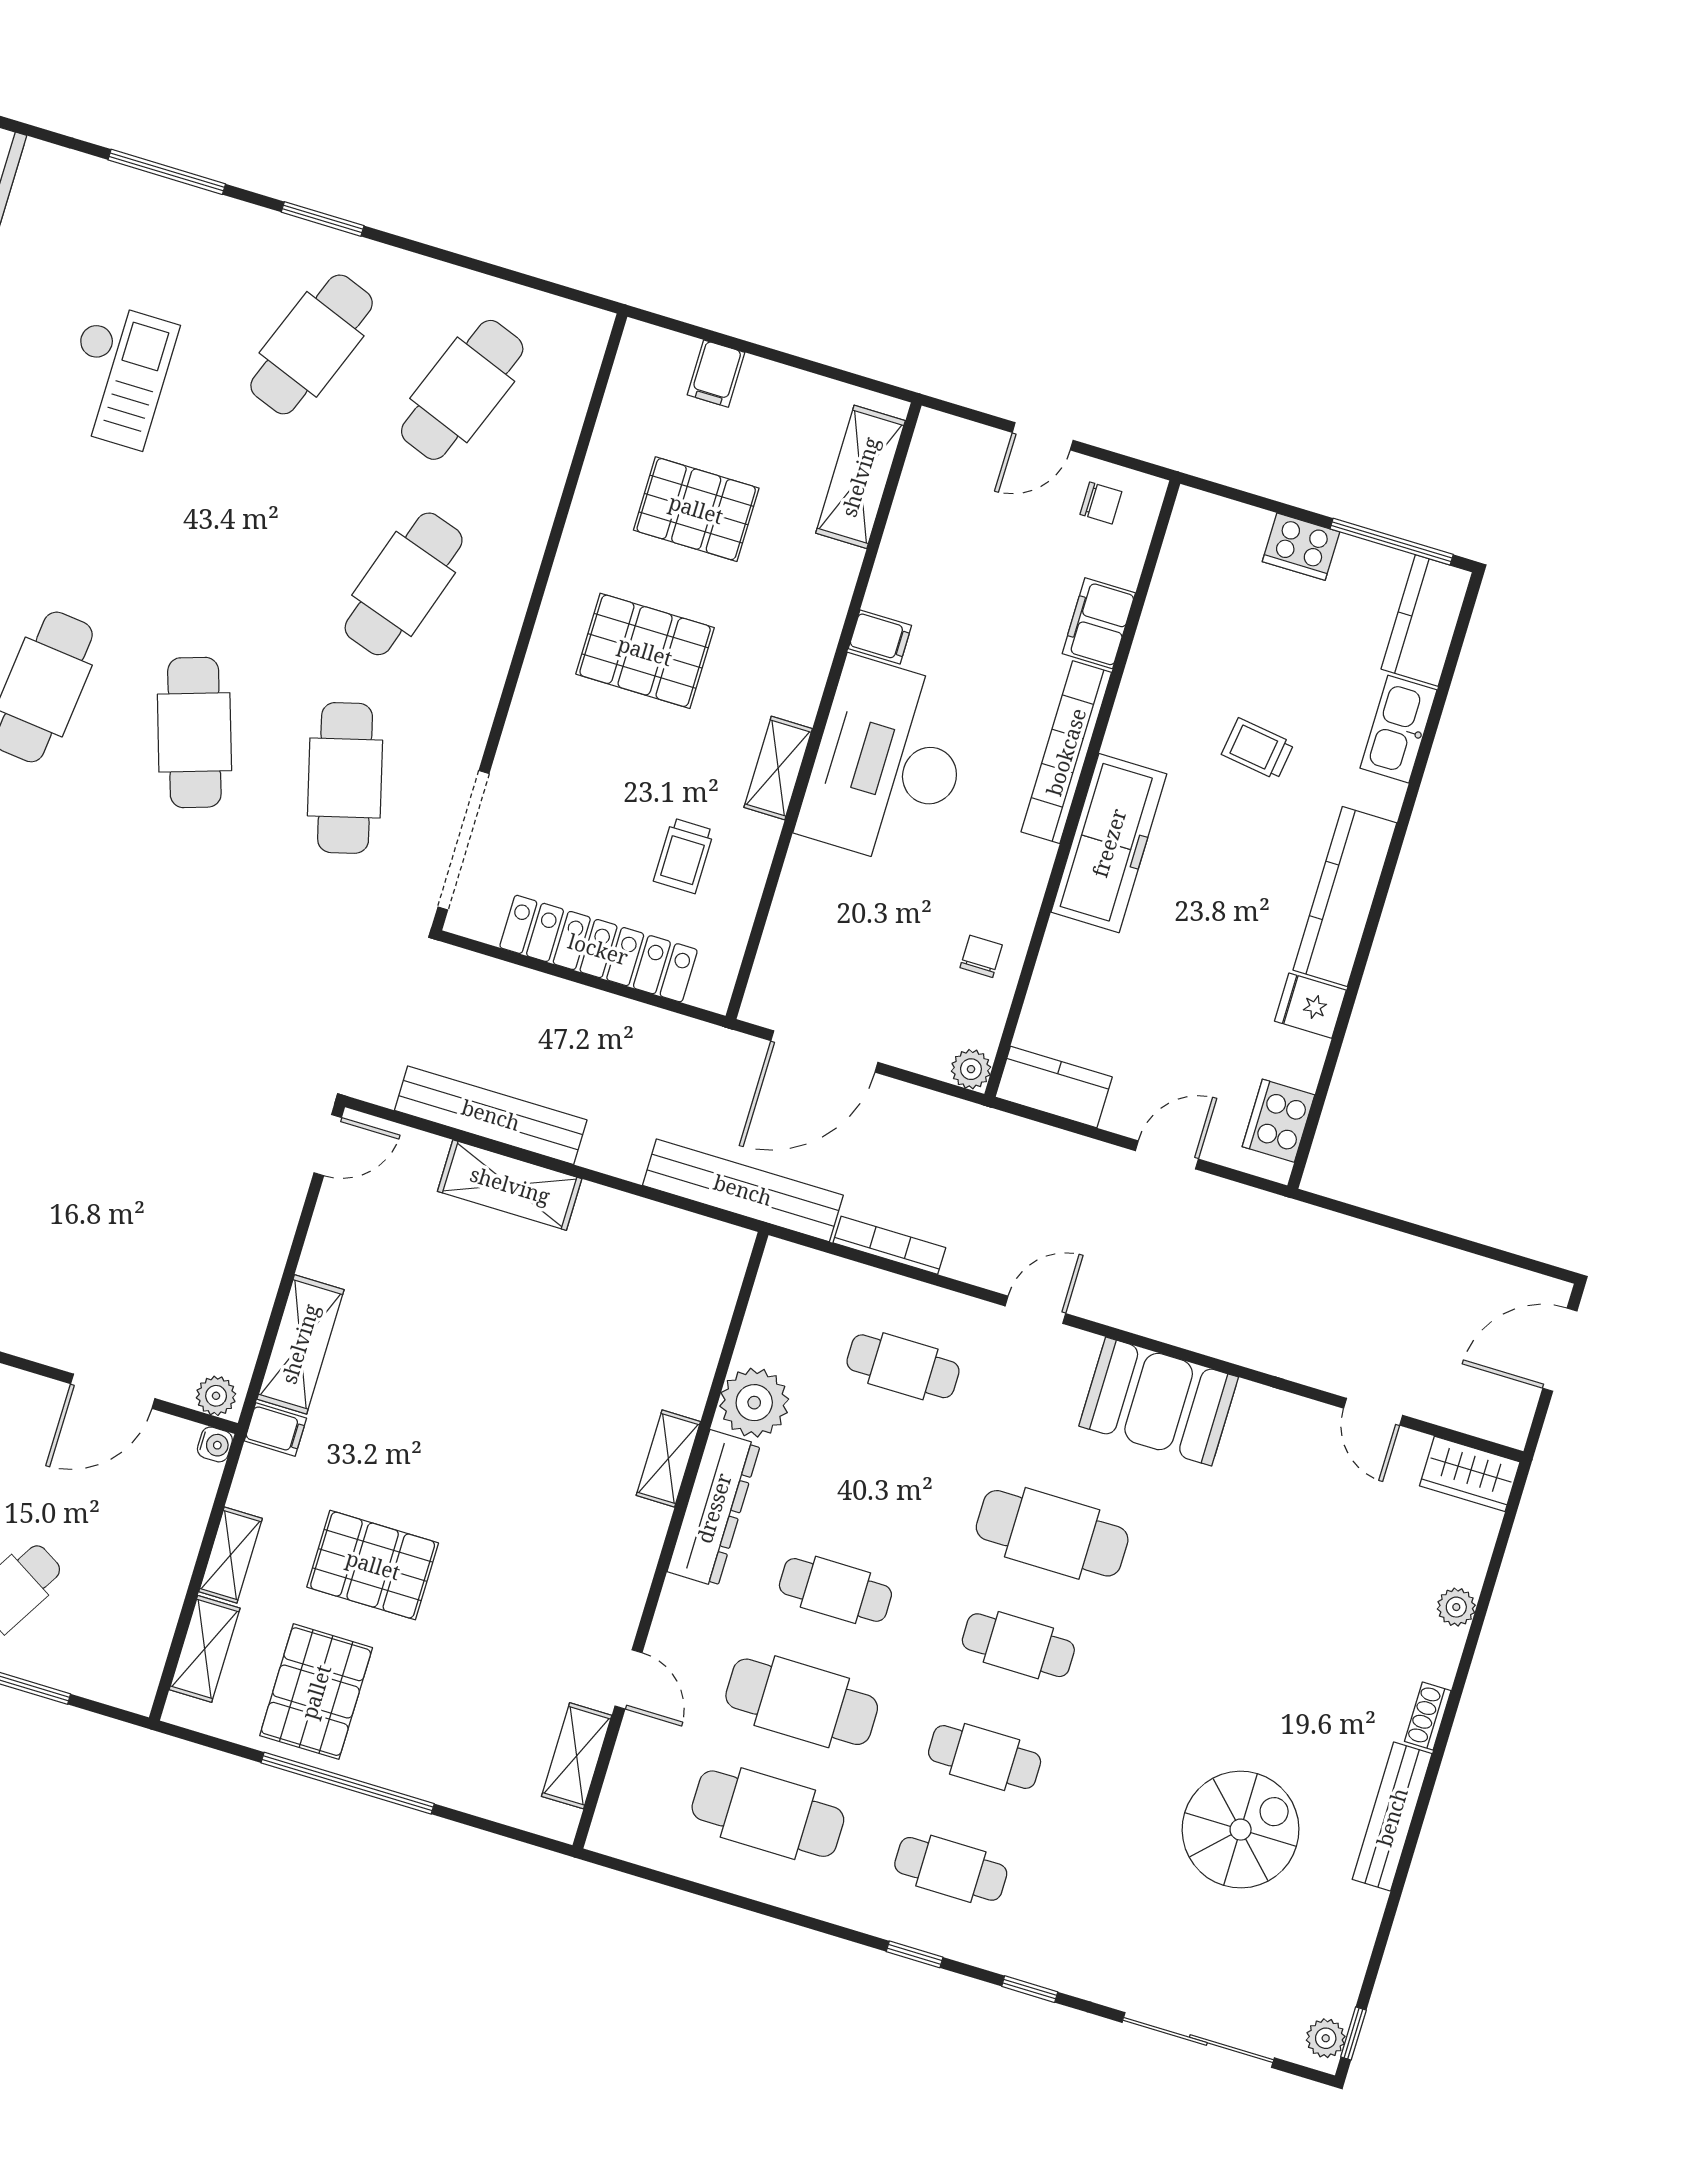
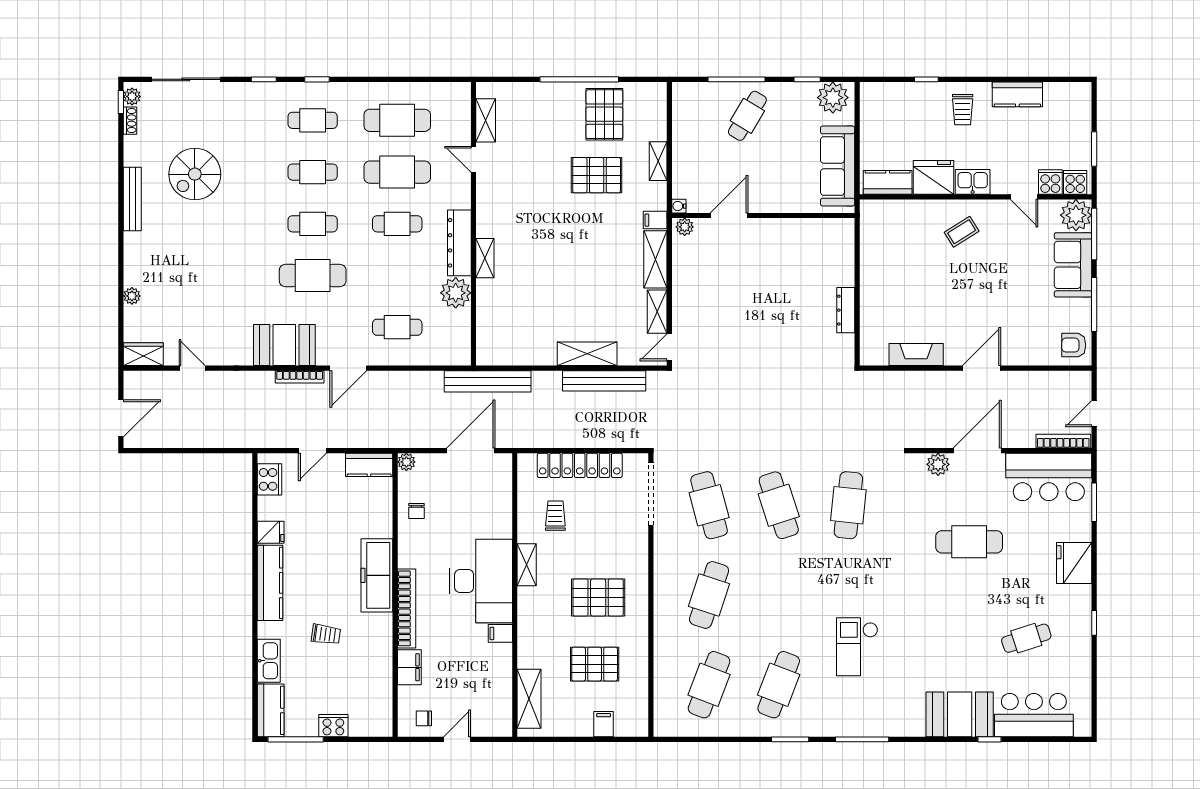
bookcase: (889, 1245) -> (300, 377), moved
door: (1035, 1310) -> (348, 368), width x1.38
shelving: (205, 1649) -> (657, 312), moved
shoe rack: (1428, 1716) -> (130, 121), moved

